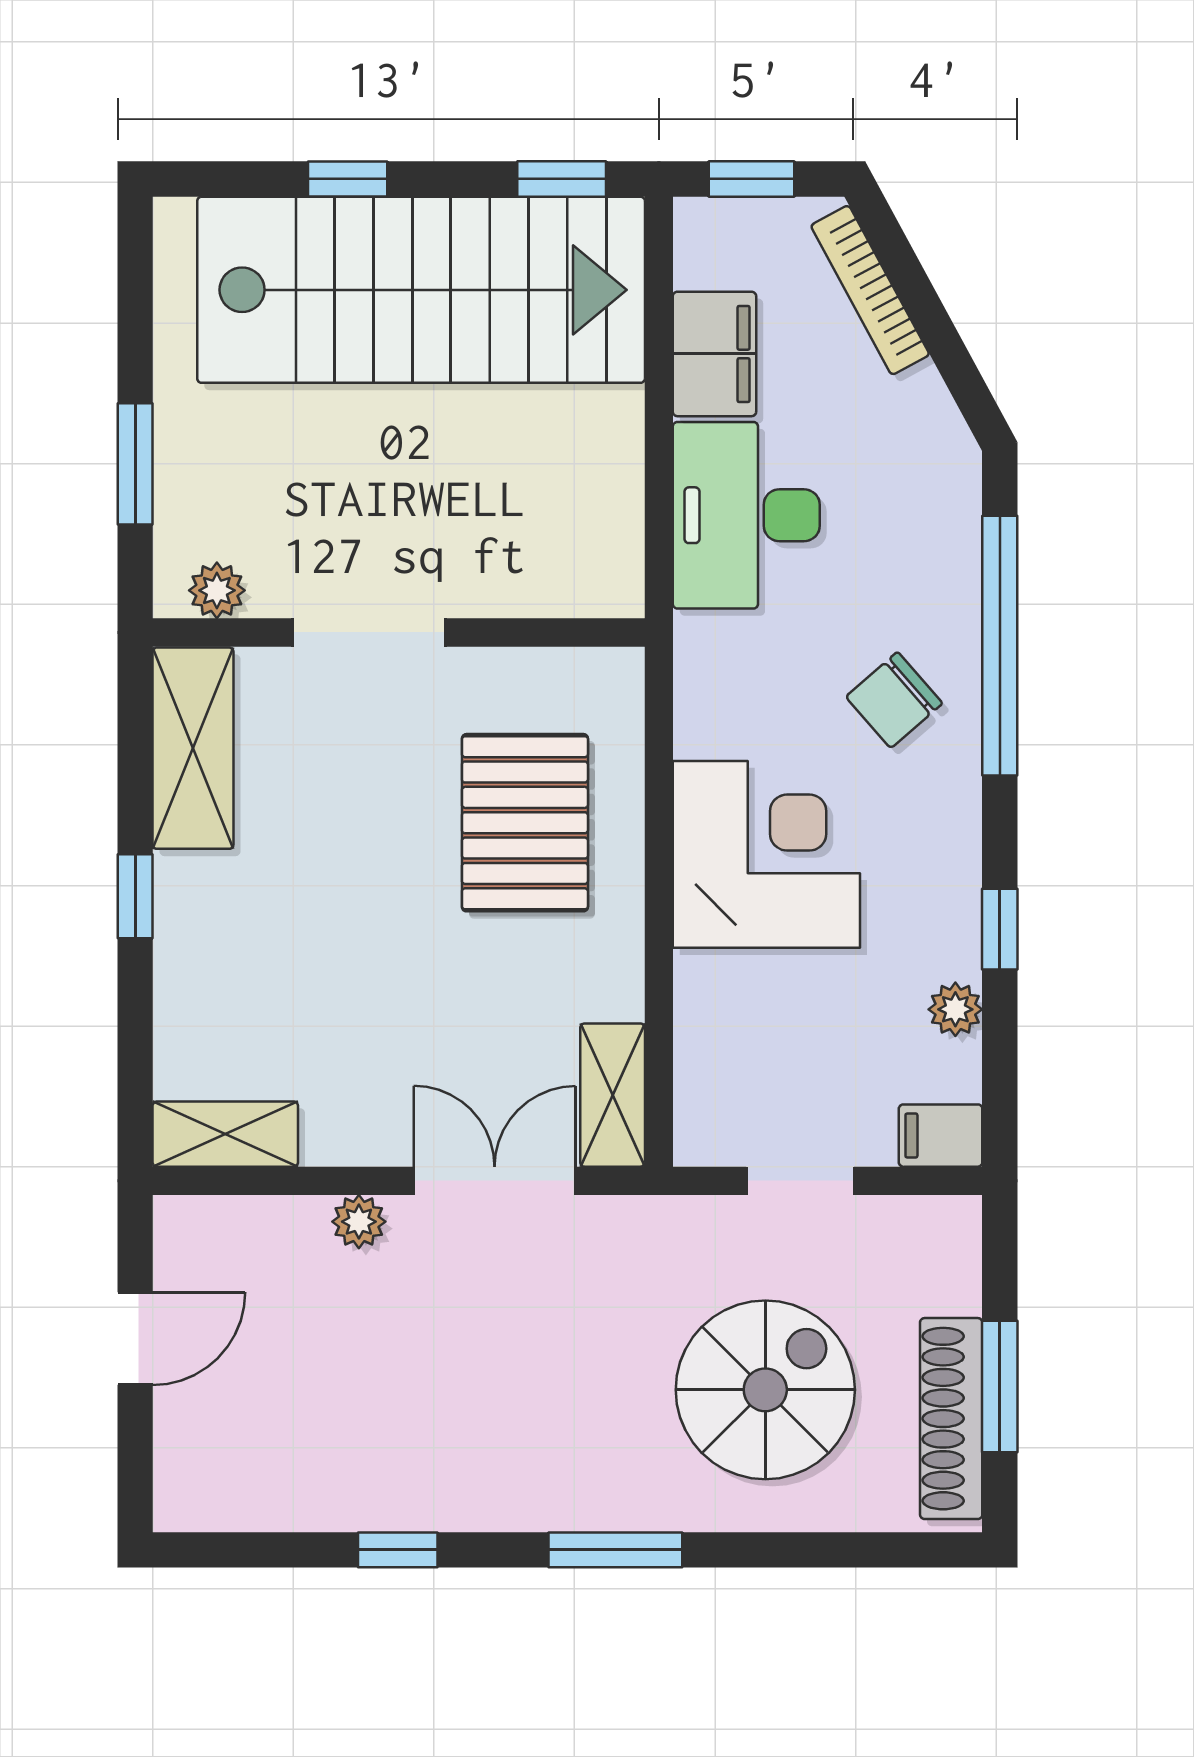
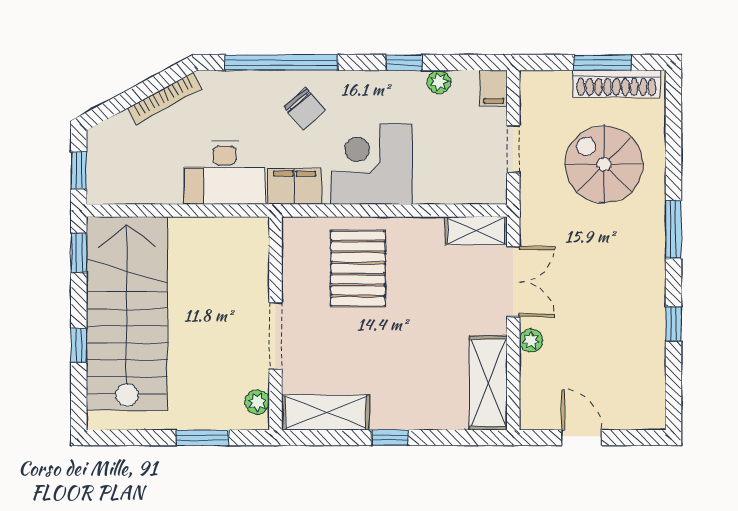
bookcase: (870, 290) -> (165, 98), moved
filing cabinet: (714, 354) -> (295, 186), moved
pallet: (525, 823) -> (358, 269), turned 90
shelving: (225, 1134) -> (488, 383), width x1.50, depth x1.33
double door: (495, 1181) -> (513, 282), swing flipped

